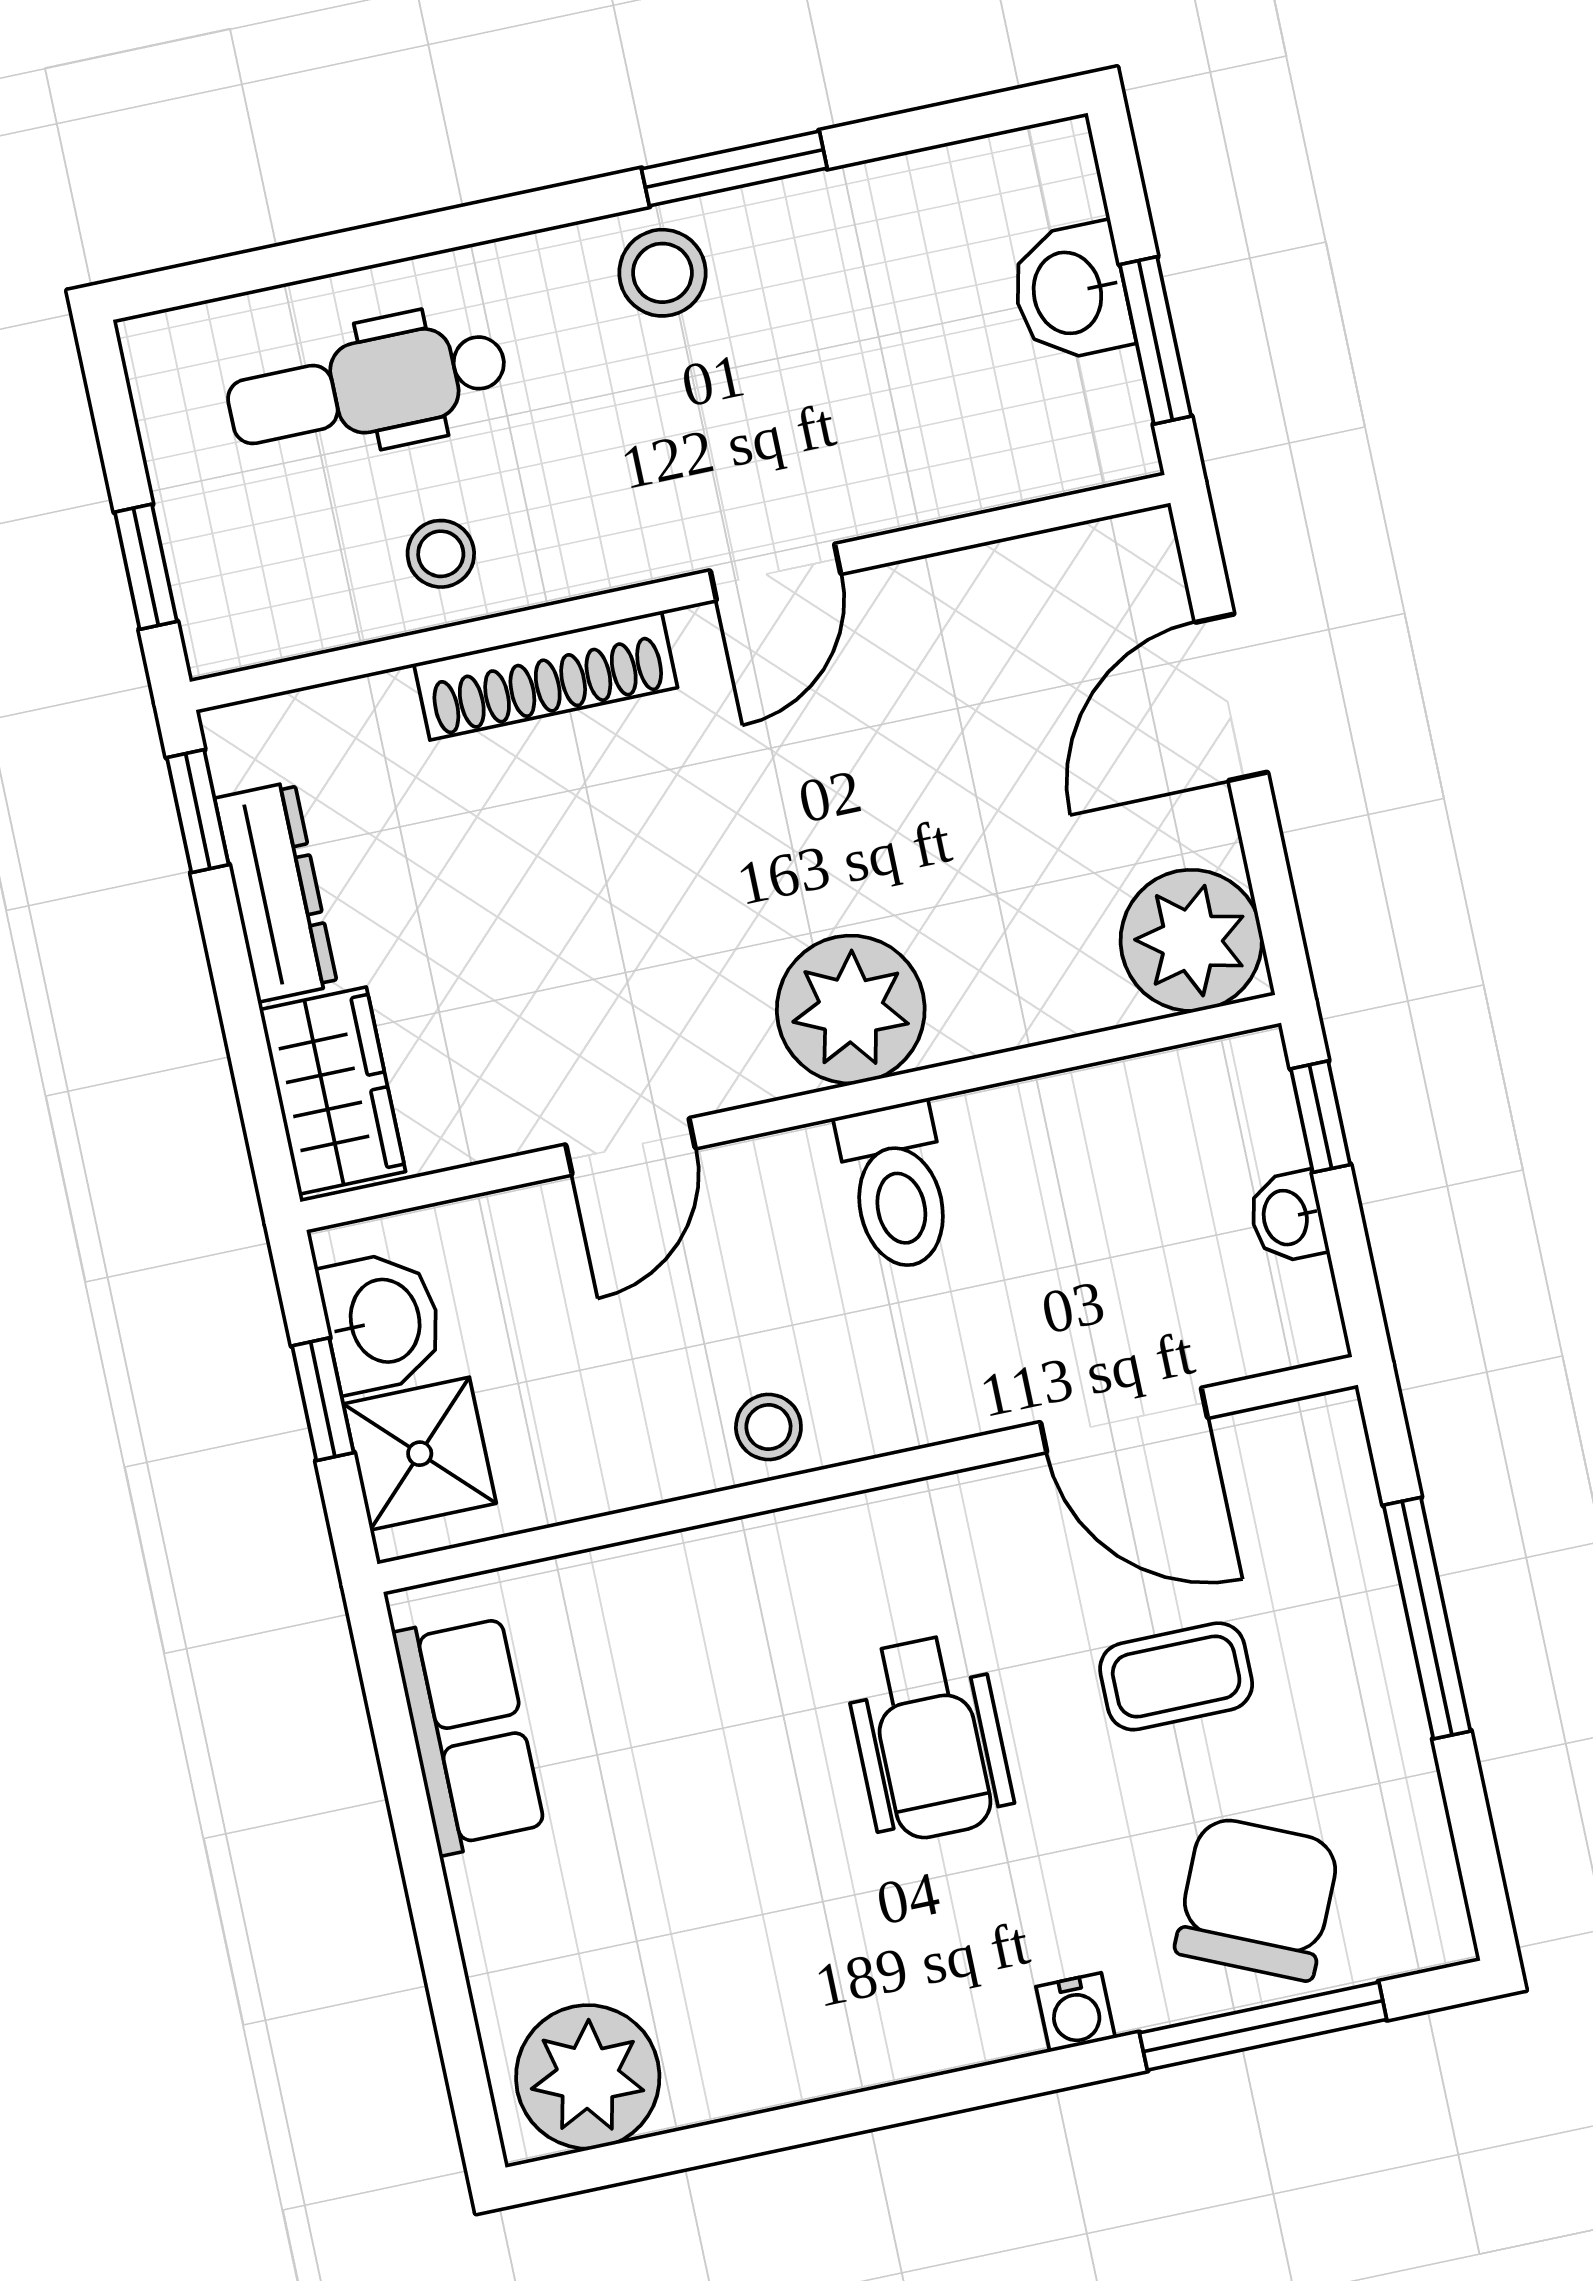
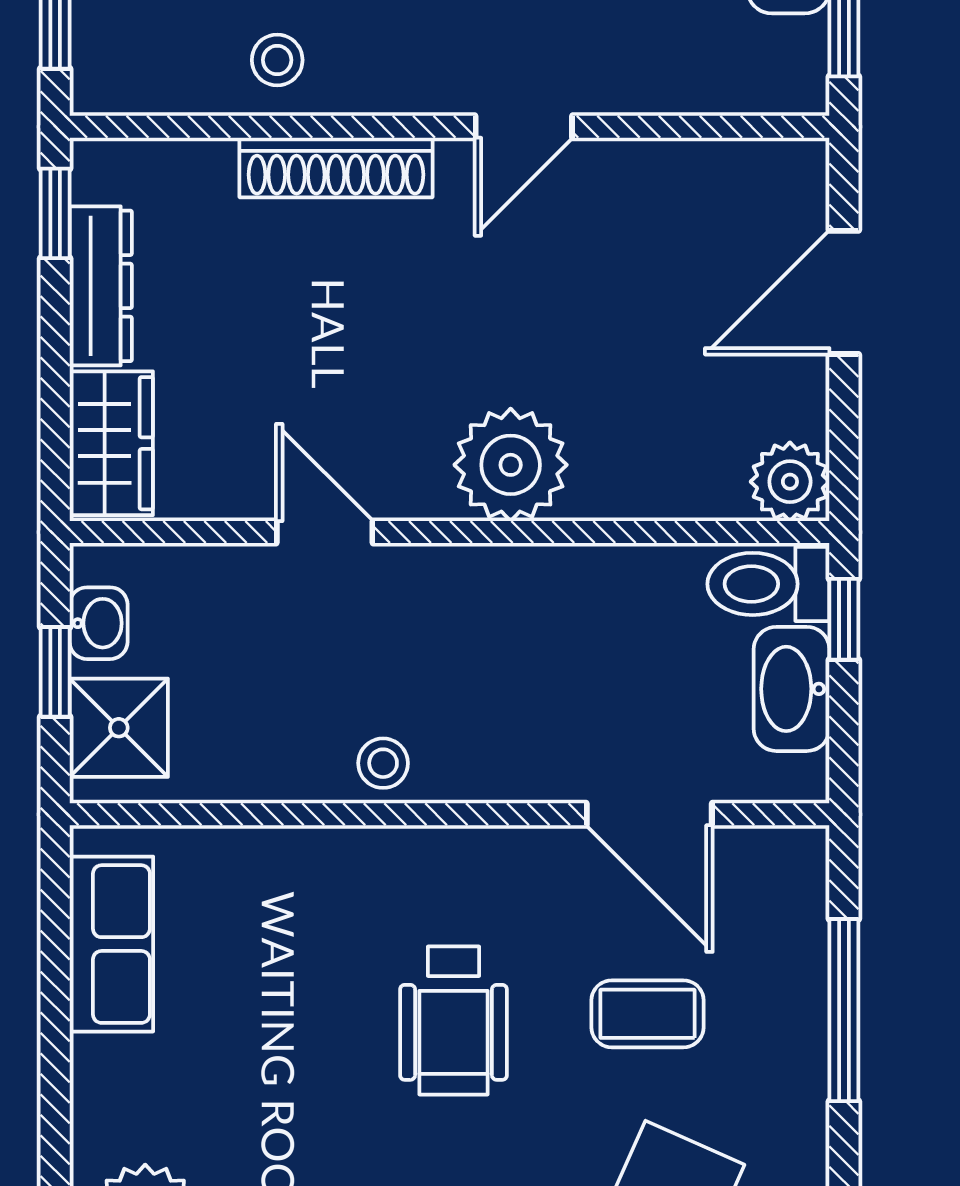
plant: (1191, 940) -> (790, 482), width x0.73, depth x0.73
door: (631, 1146) -> (325, 532), swing flipped
toilet: (897, 1186) -> (768, 584), moved, turned 90
washbasin: (1287, 1217) -> (792, 689), width x1.91, depth x1.45
washbasin: (382, 1321) -> (99, 623), width x0.72, depth x0.69

